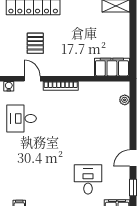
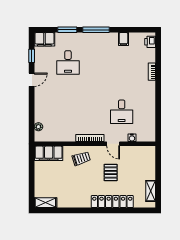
trolley: (72, 61) -> (81, 158), added
desk: (22, 118) -> (122, 112), turned 90

